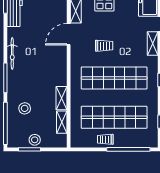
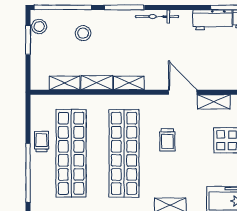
shelving: (62, 74) -> (129, 83), added
stool: (35, 140) -> (39, 27), moved

